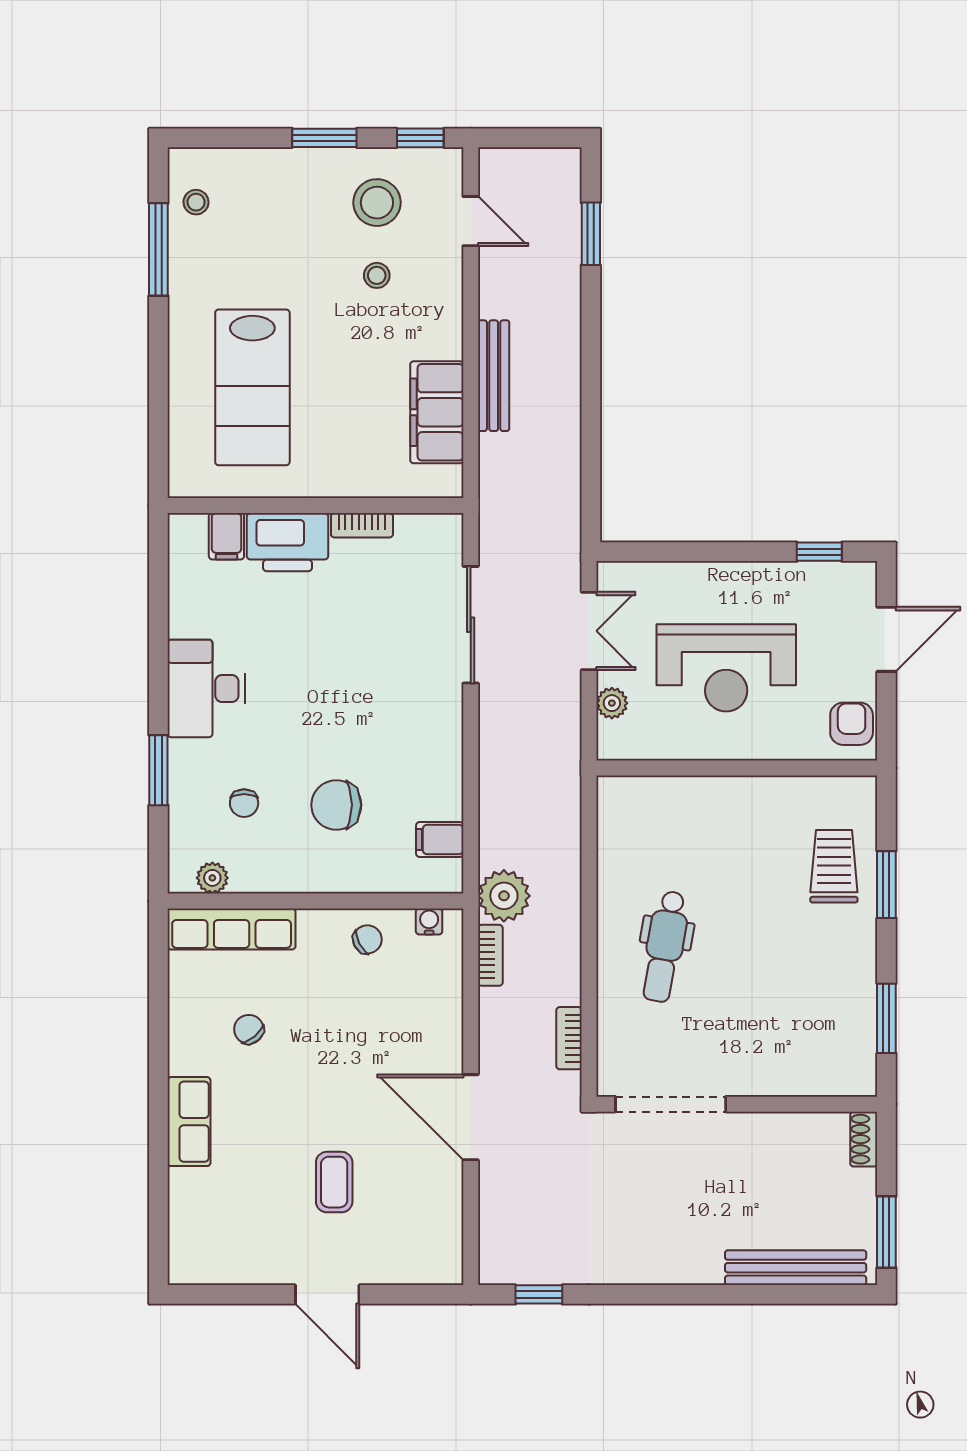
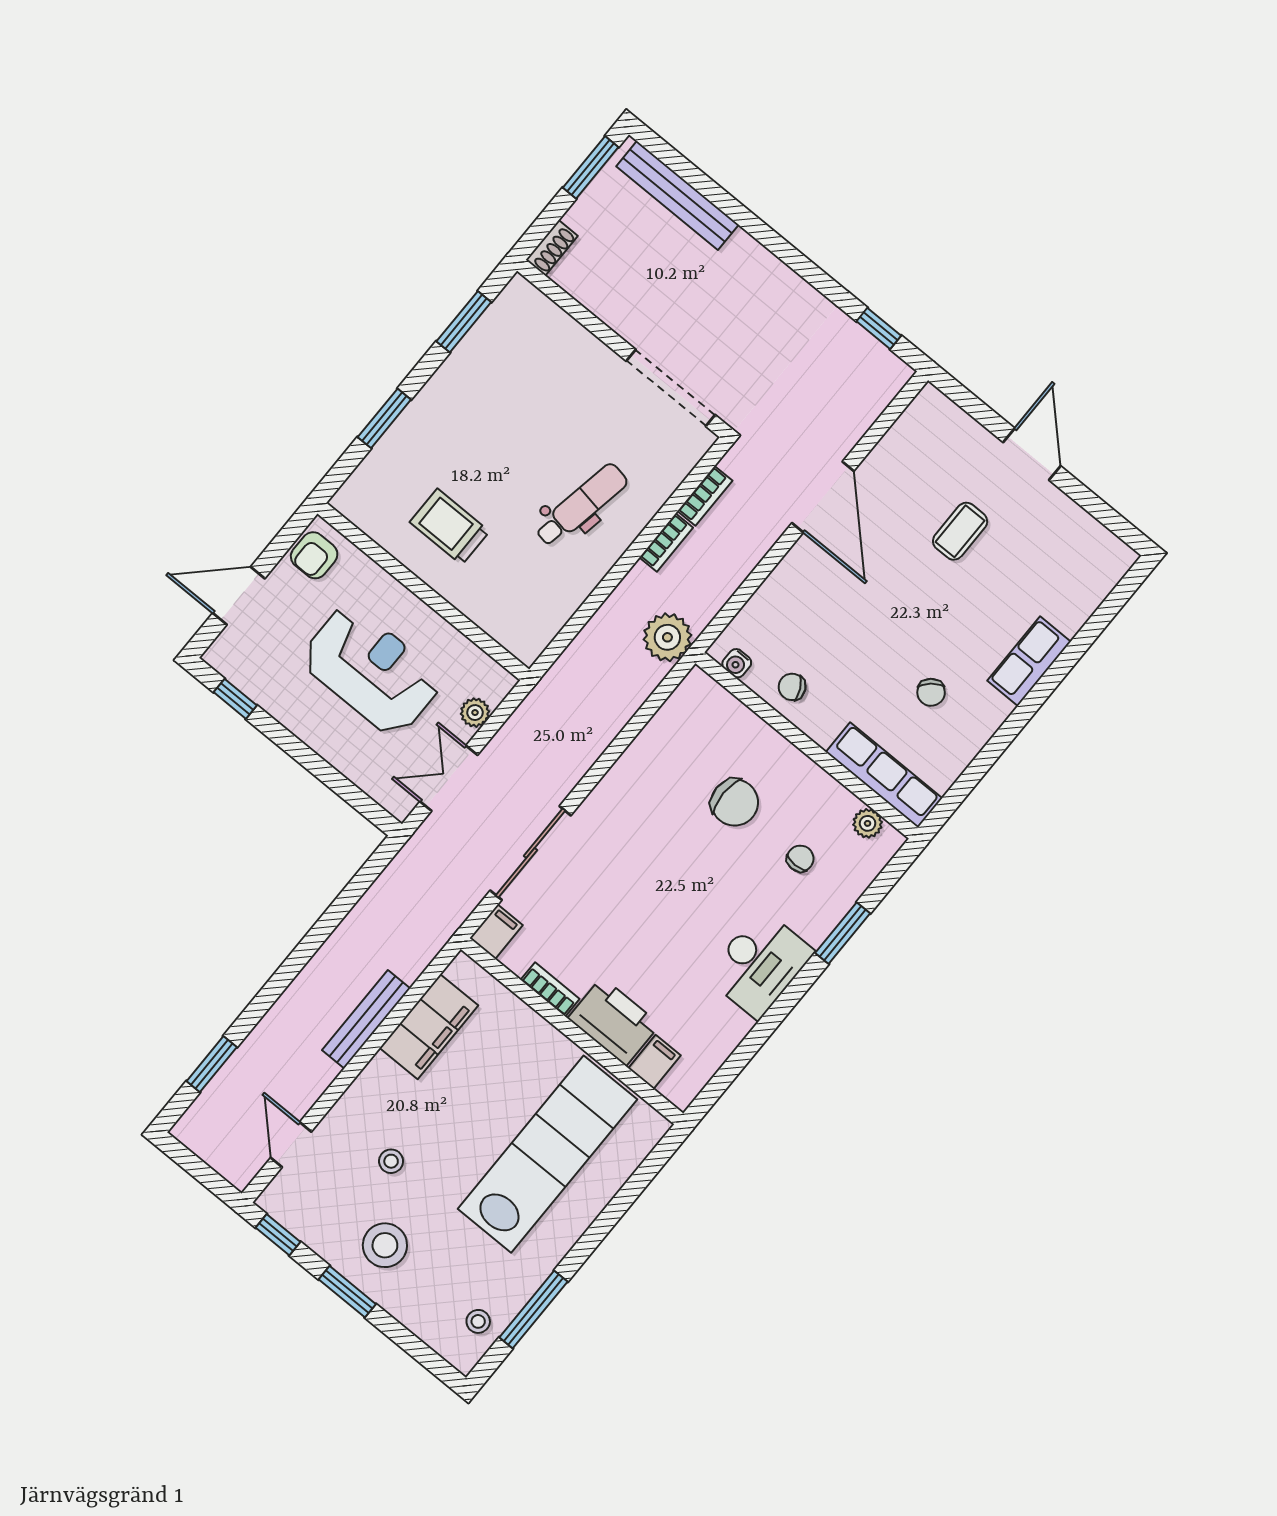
stool: (377, 203) -> (385, 1245), moved
lab bench: (252, 387) -> (547, 1154), width x1.36
filing cabinet: (440, 840) -> (496, 932), moved, turned -90
trolley: (834, 866) -> (450, 527), moved, turned 90
bookcase: (490, 955) -> (666, 543), moved, turned 180

